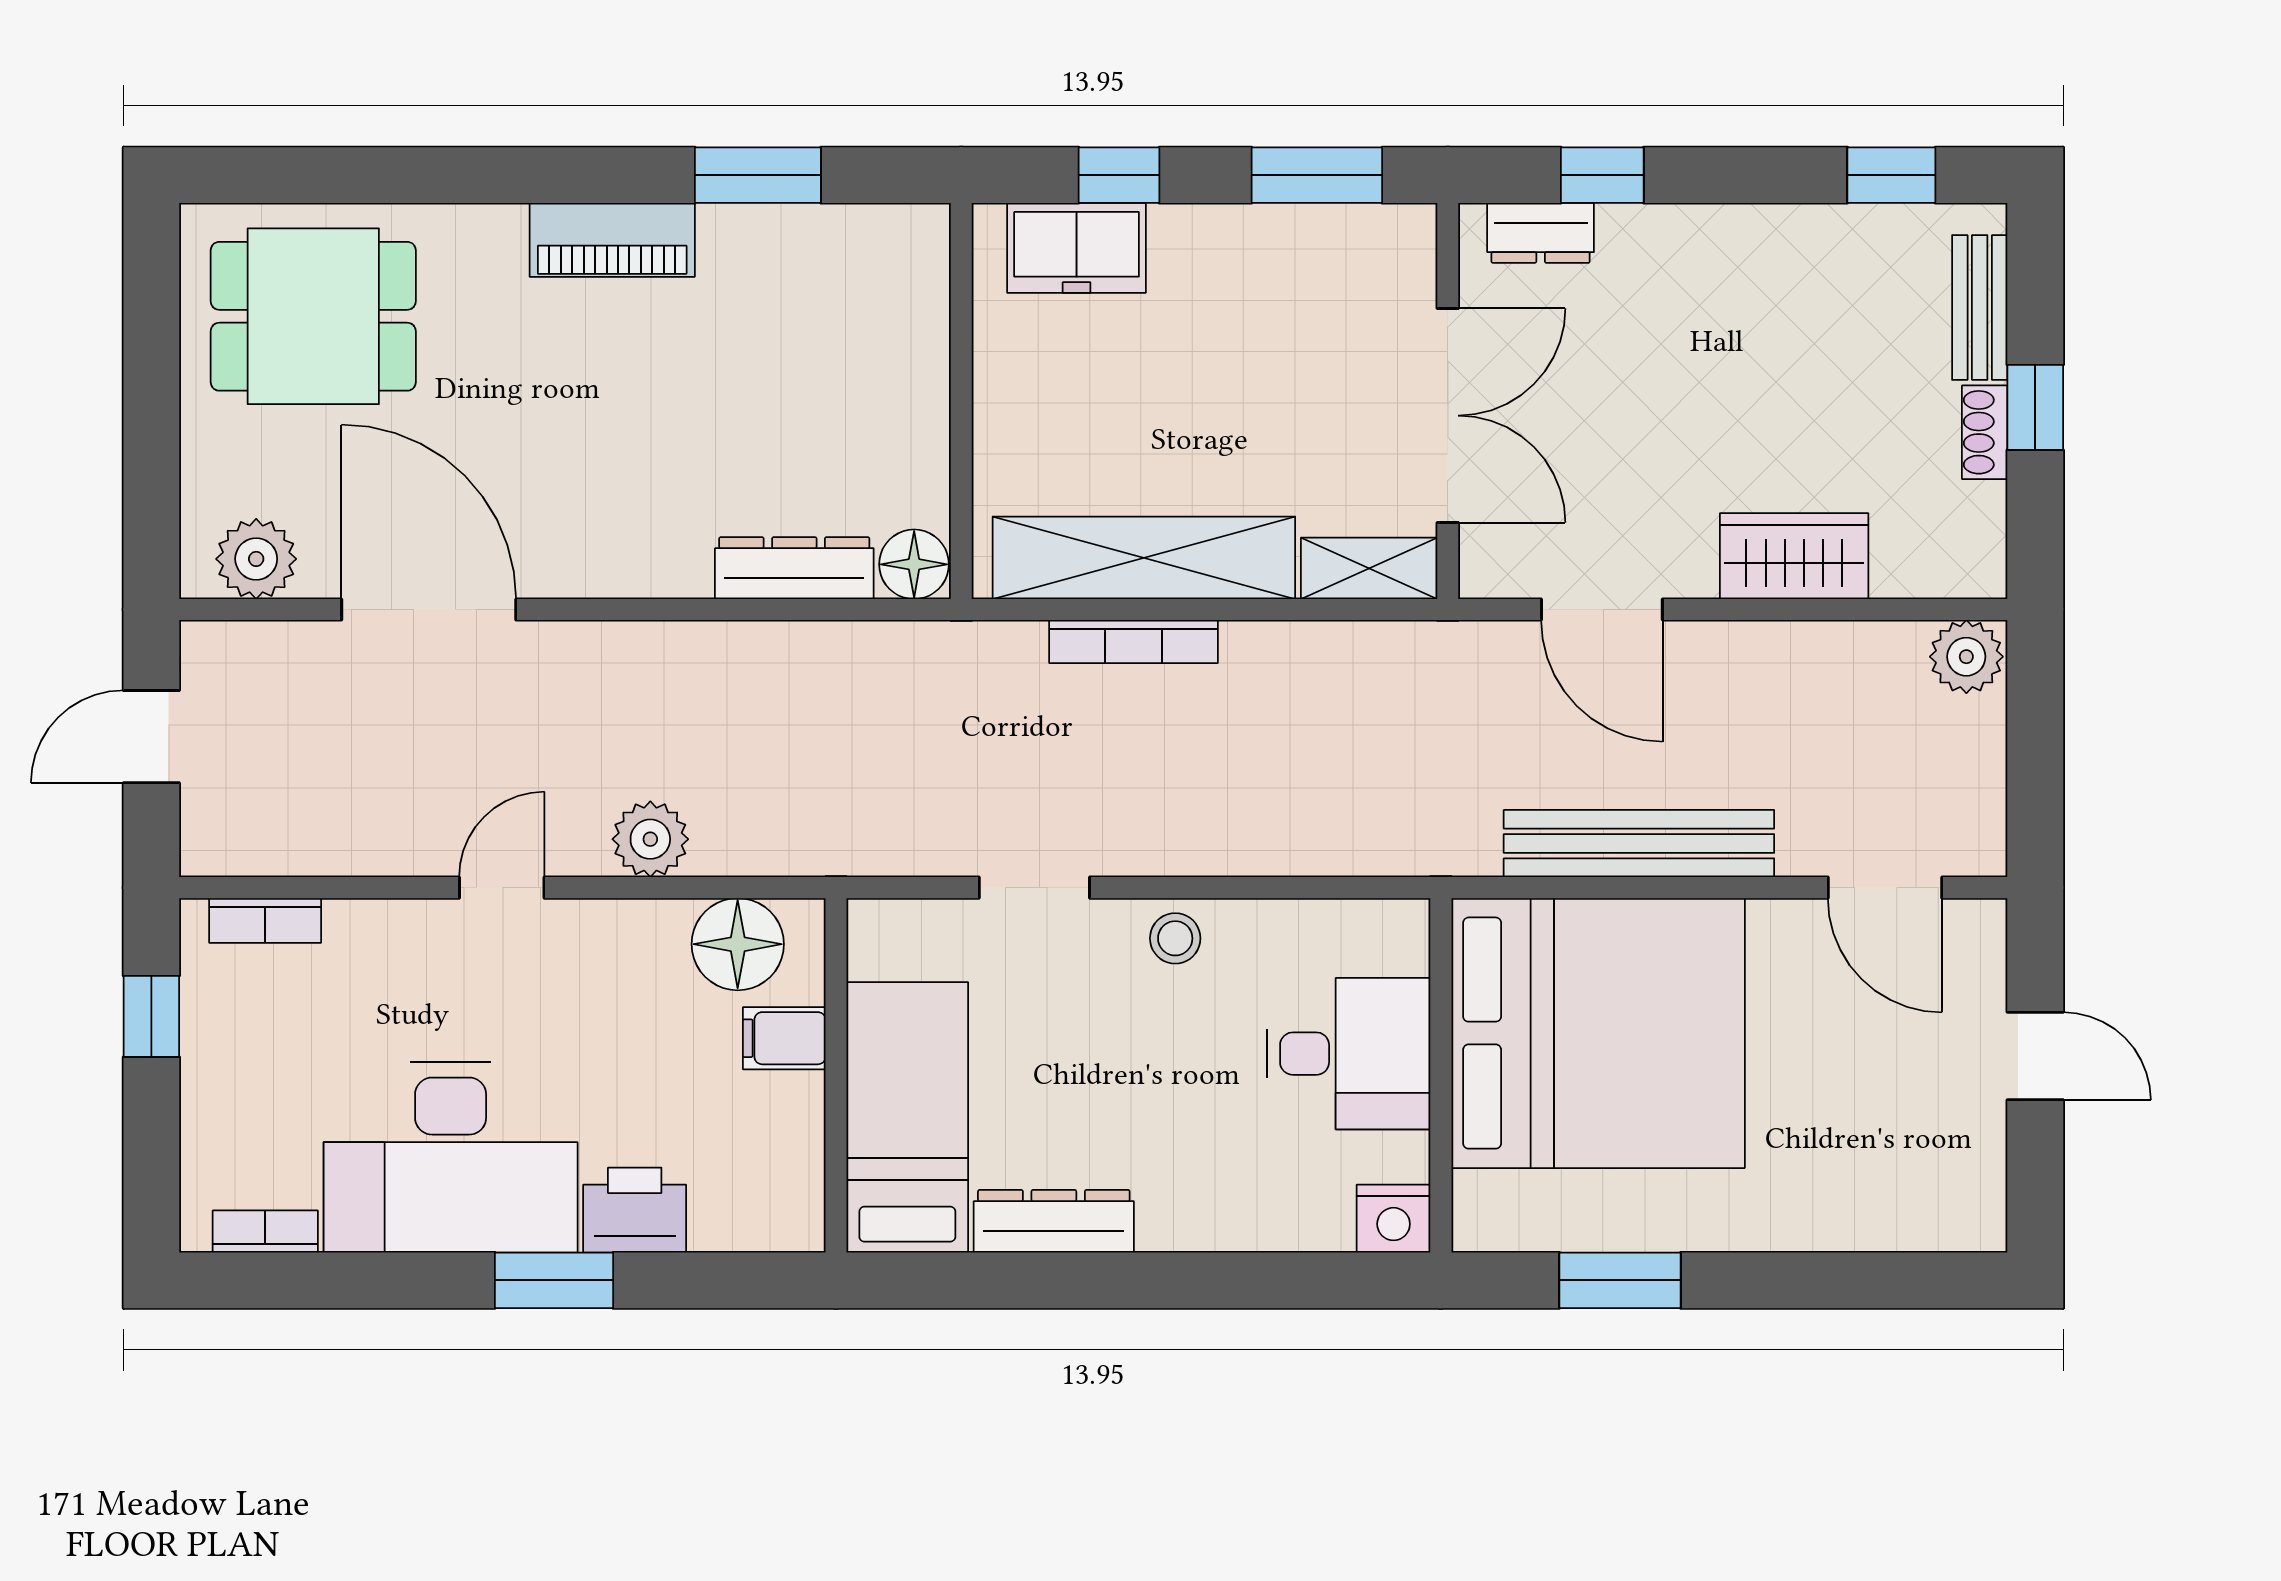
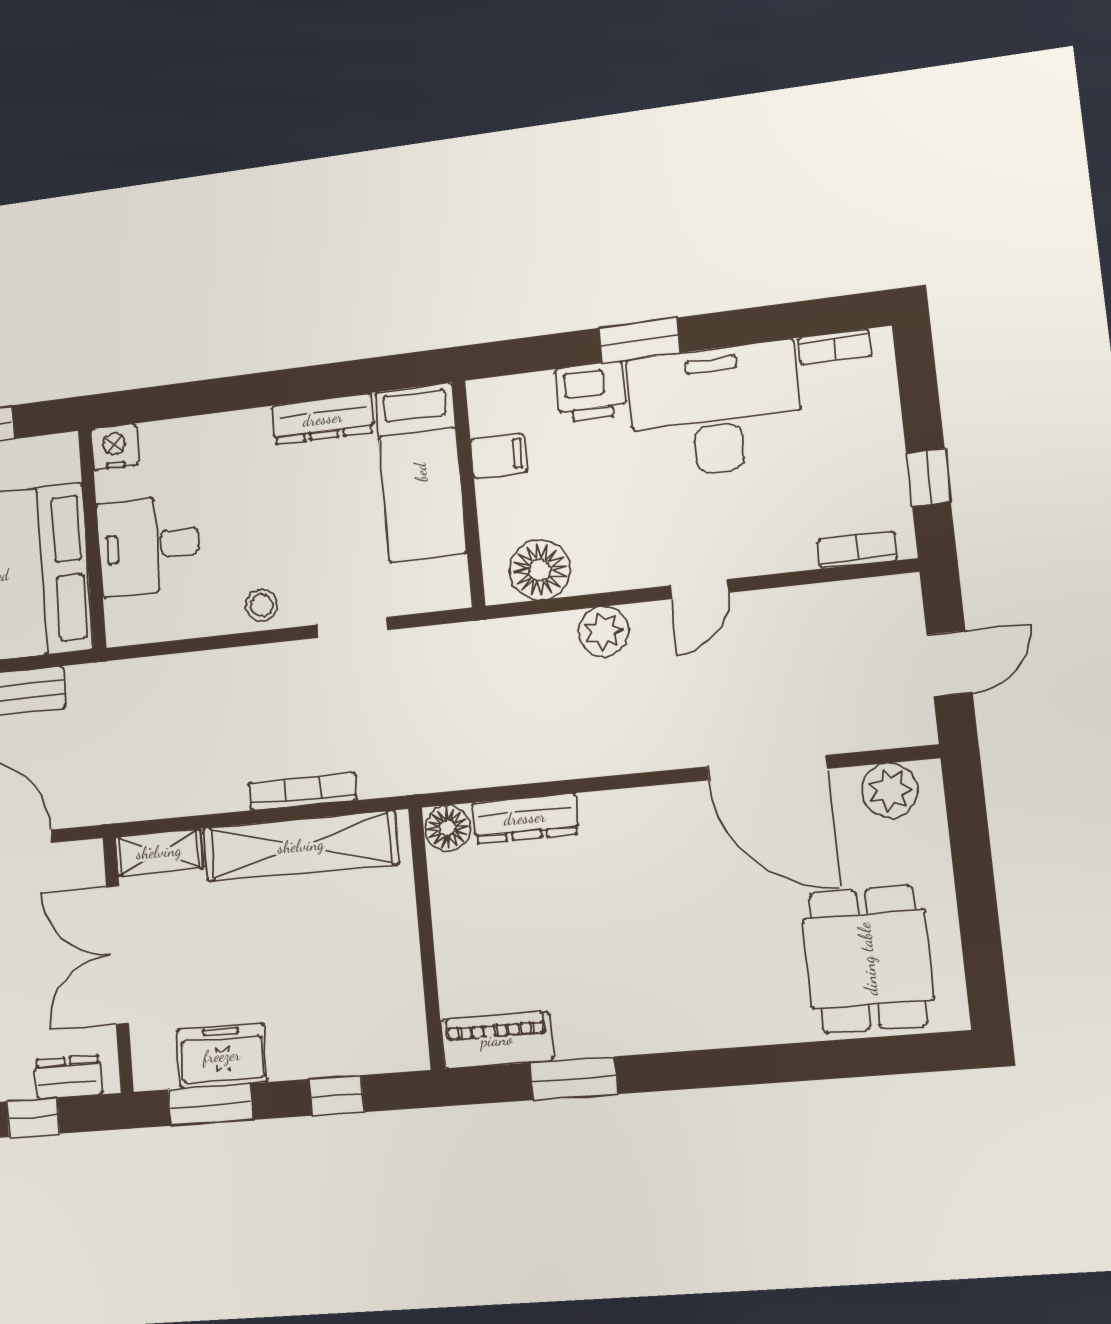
piano: (612, 240) -> (497, 1040), moved
freezer: (1077, 248) -> (222, 1056), moved
dining table: (313, 316) -> (868, 959), turned 90
filing cabinet: (784, 1038) -> (499, 456), moved

